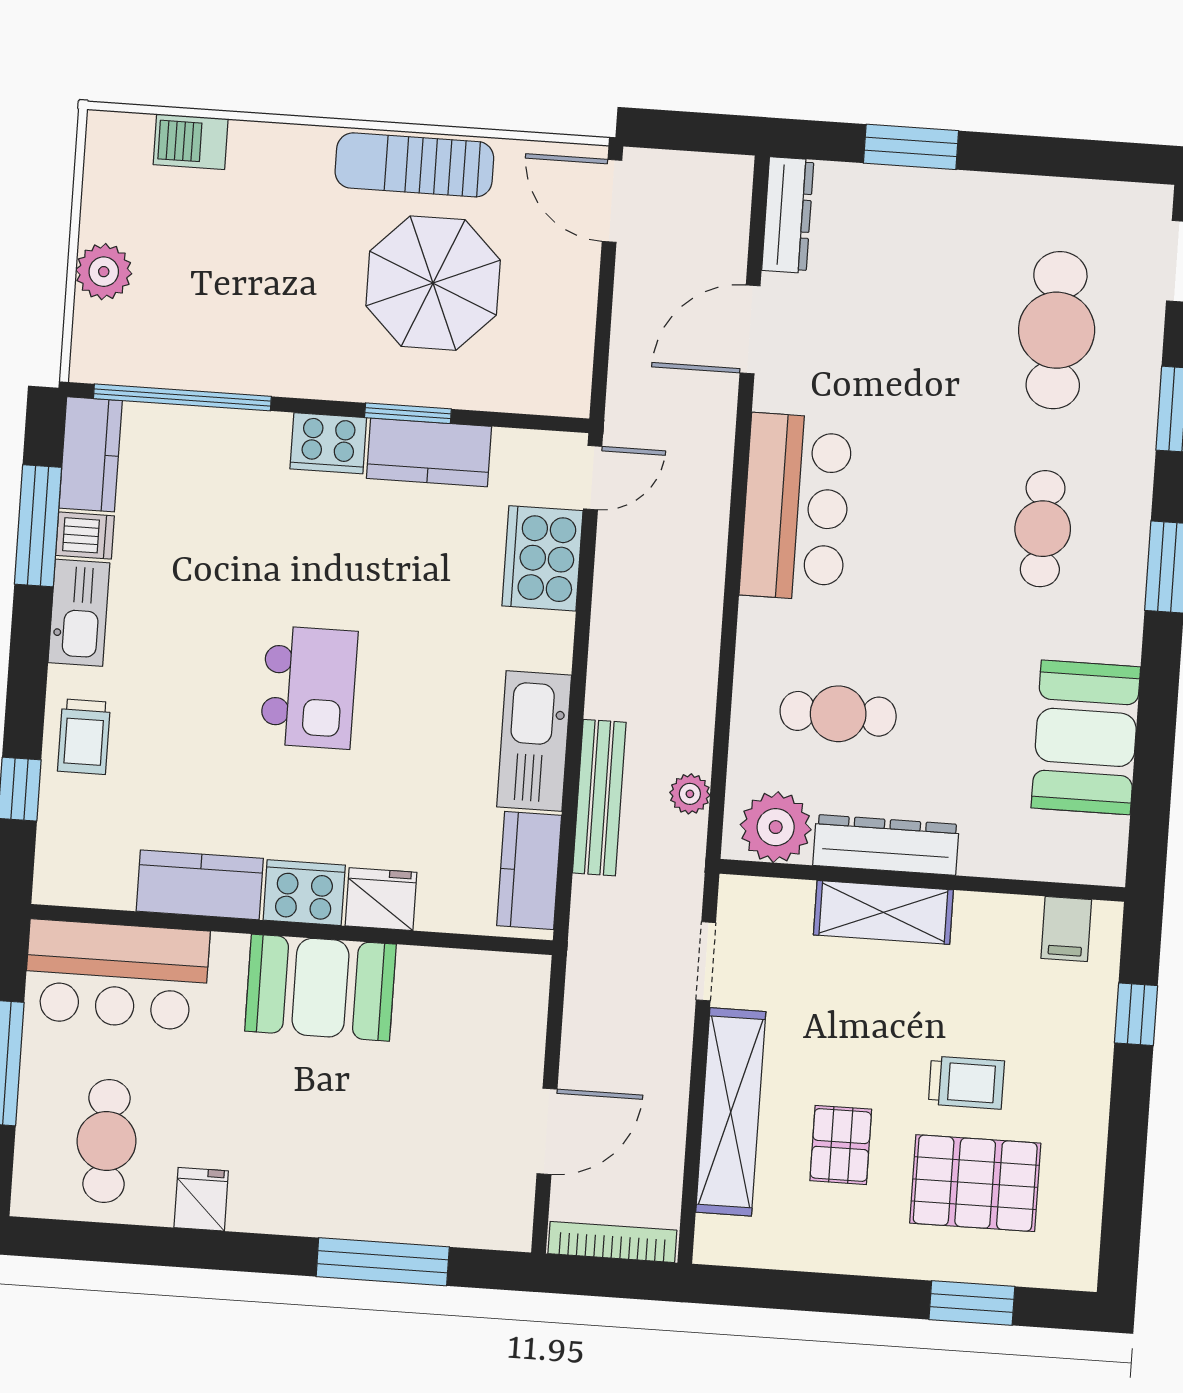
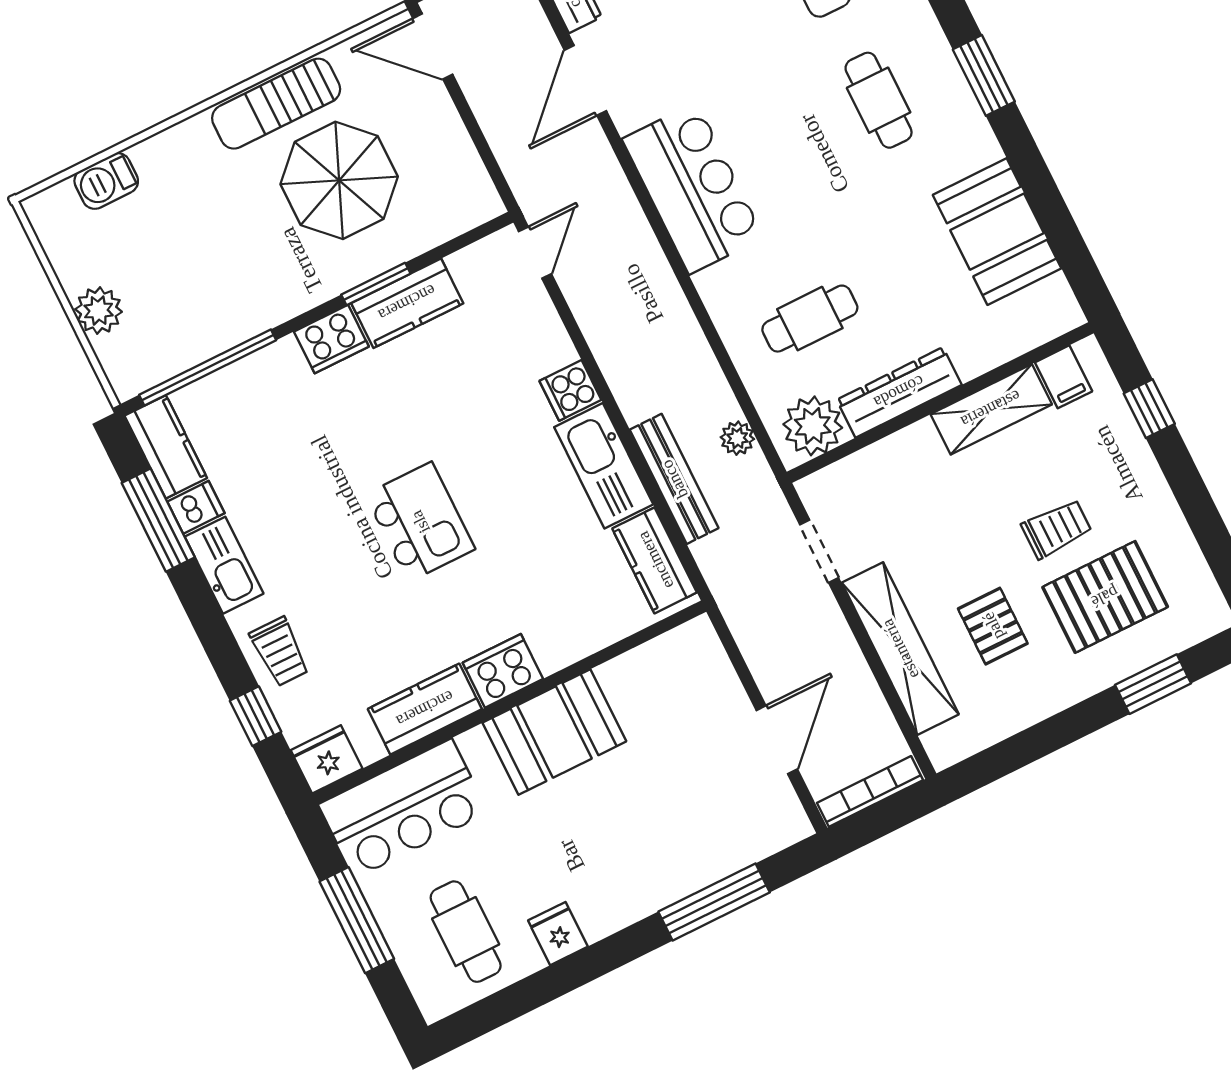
cooker: (542, 558) -> (570, 390), moved, width x0.53, depth x0.76
fridge: (381, 899) -> (327, 759), moved
shelving: (883, 912) -> (991, 409), moved

